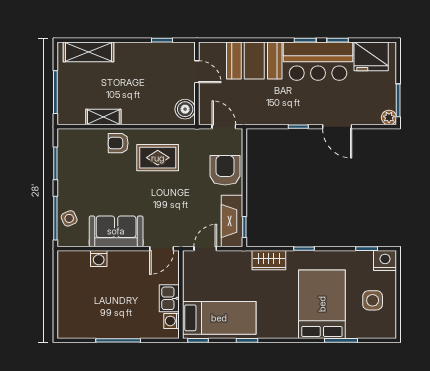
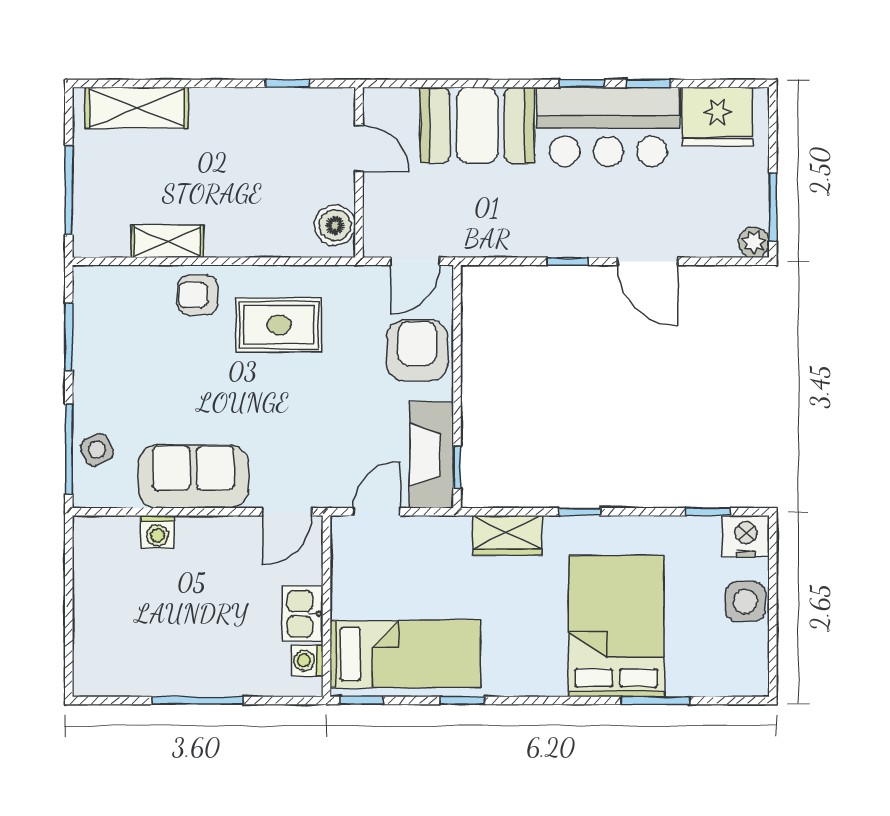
door: (224, 127) -> (415, 261), swing flipped
side table: (373, 300) -> (745, 601), moved

